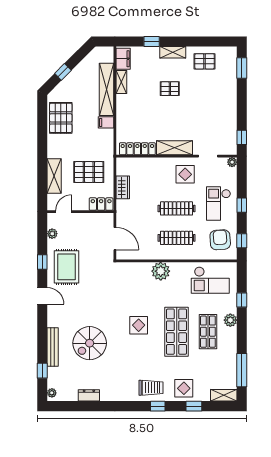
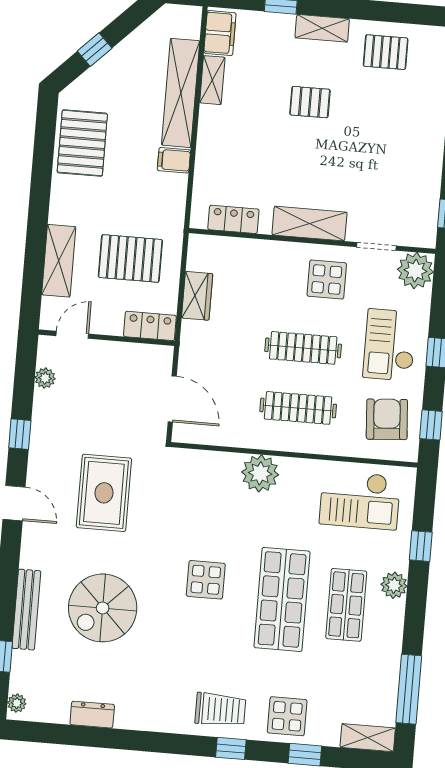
locker: (137, 149) -> (233, 219), width x0.66
plant: (232, 162) -> (415, 271), width x1.88, depth x1.88
rug: (67, 267) -> (104, 493), moved

